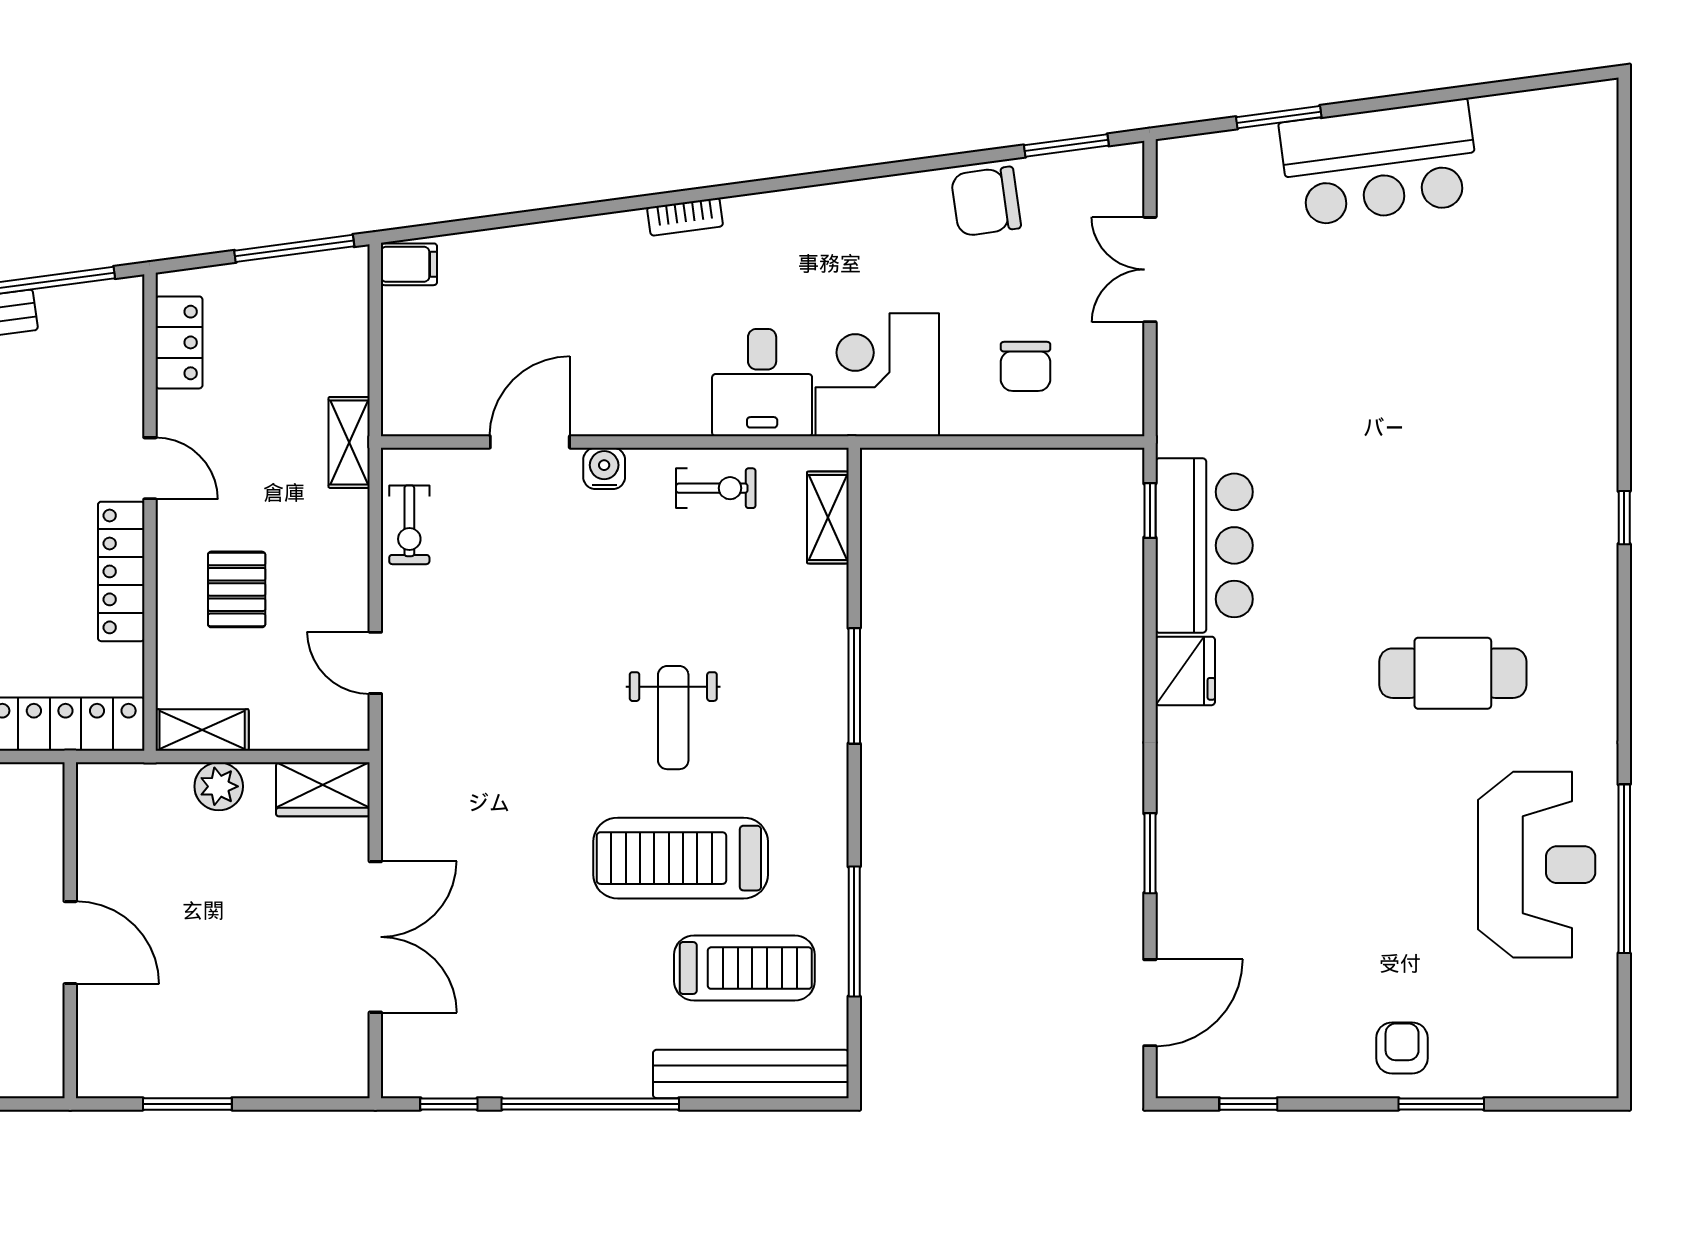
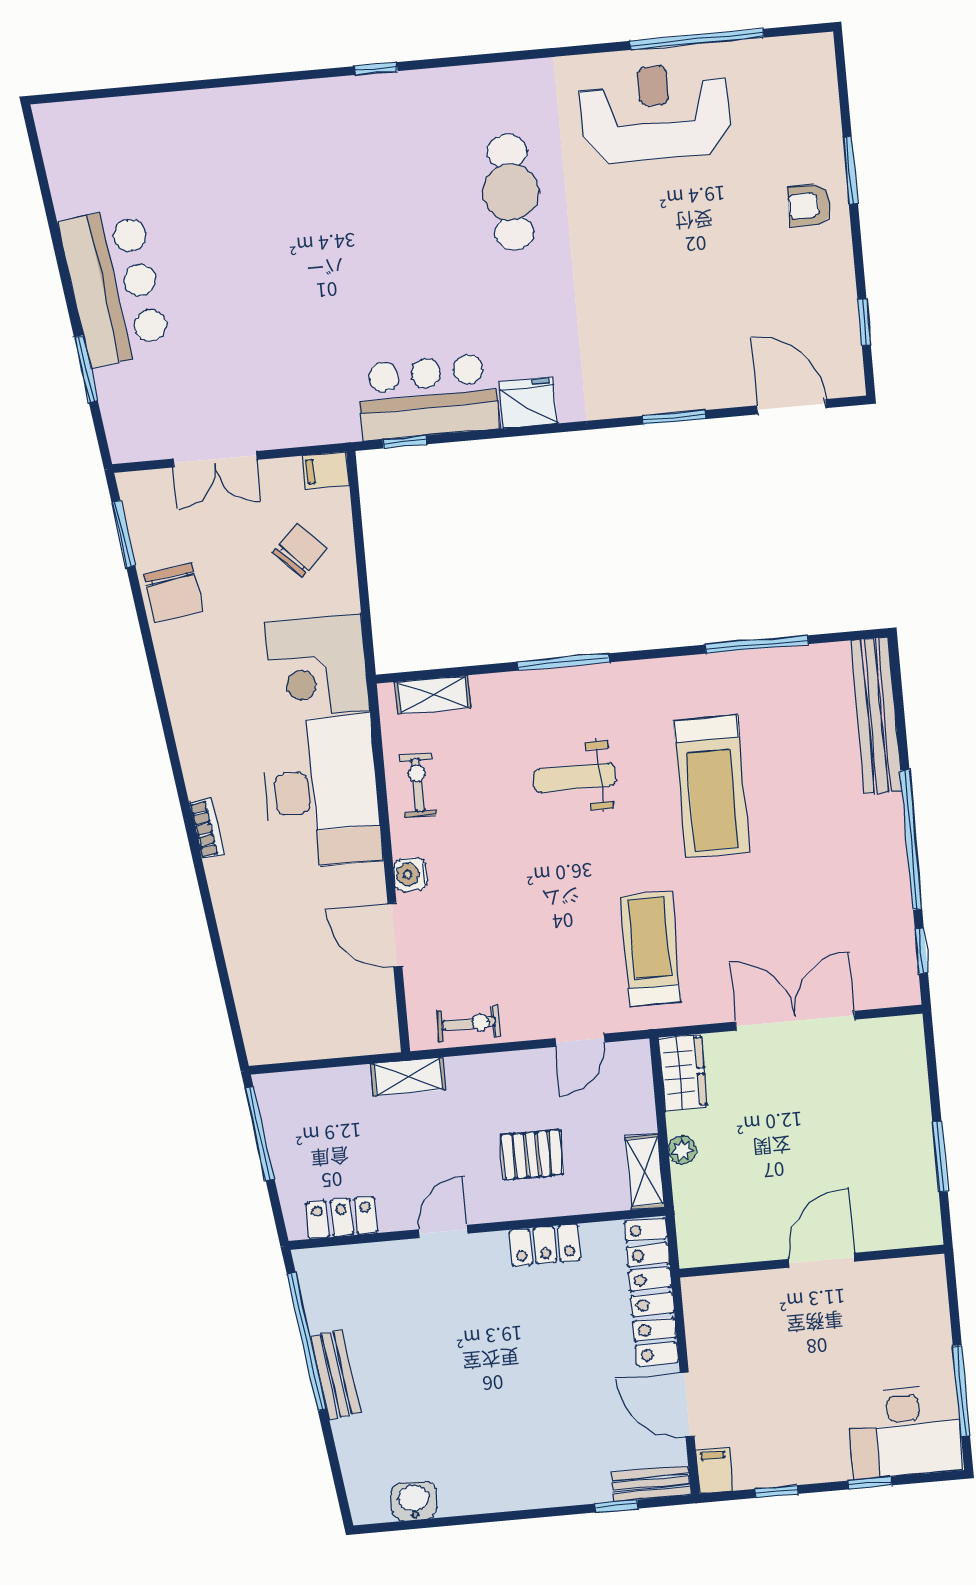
filing cabinet: (409, 264) -> (326, 470), moved, turned -90
chair: (1025, 366) -> (300, 550), turned -45
desk: (762, 383) -> (322, 792), width x1.87, depth x1.30
locker: (121, 571) -> (545, 1245), width x0.66
weight bench: (673, 718) -> (575, 778), moved, turned 180
plant: (219, 786) -> (682, 1150), width x0.73, depth x0.73
window: (1624, 869) -> (697, 39), moved
treadmill: (744, 968) -> (650, 949), moved

